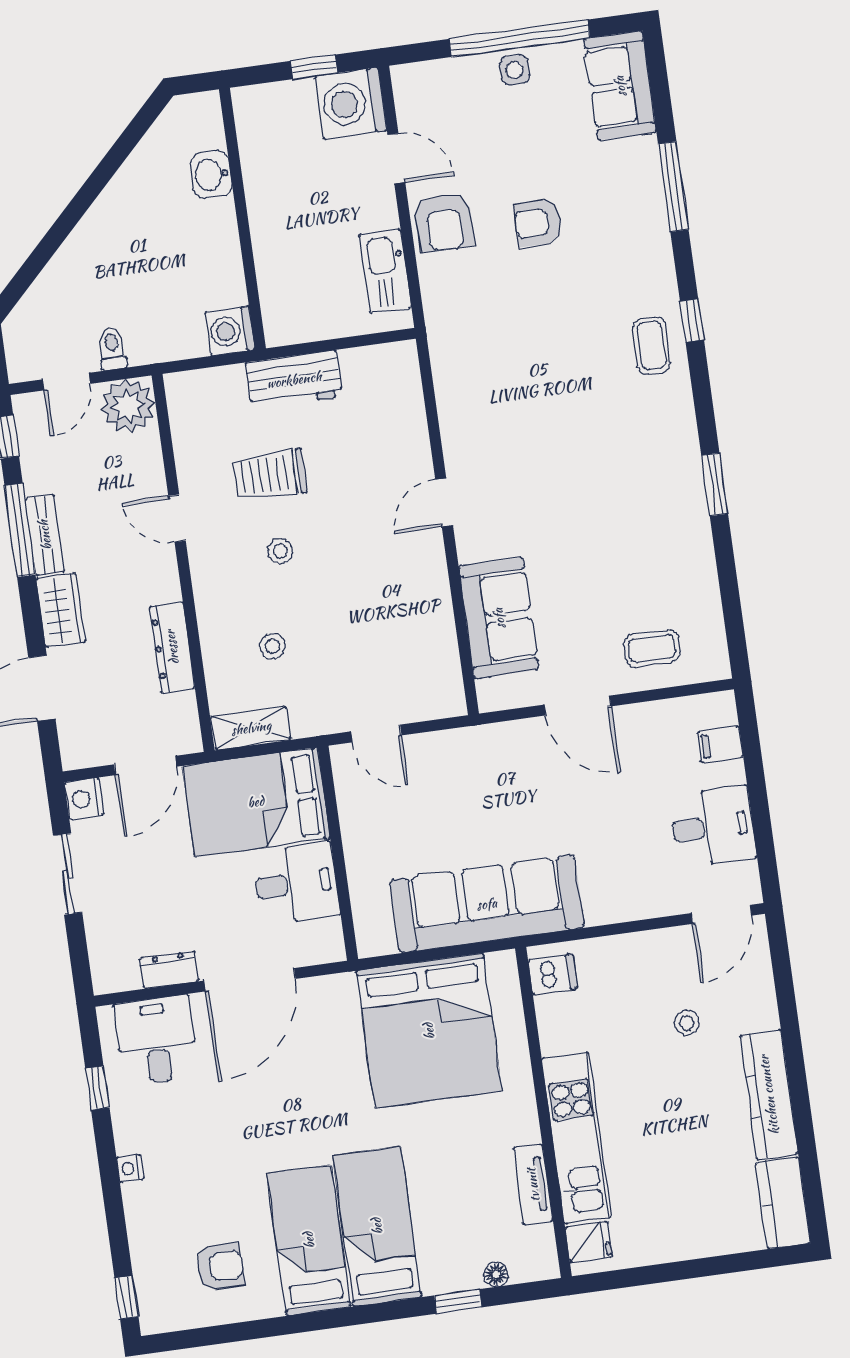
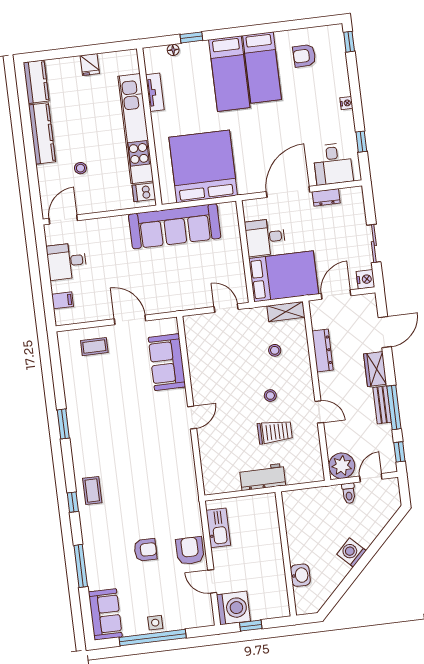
washing machine: (230, 331) -> (351, 552), moved, turned -135
kitchen unit: (576, 1138) -> (136, 129), width x1.36
fridge: (589, 1242) -> (90, 64), moved, turned -90

